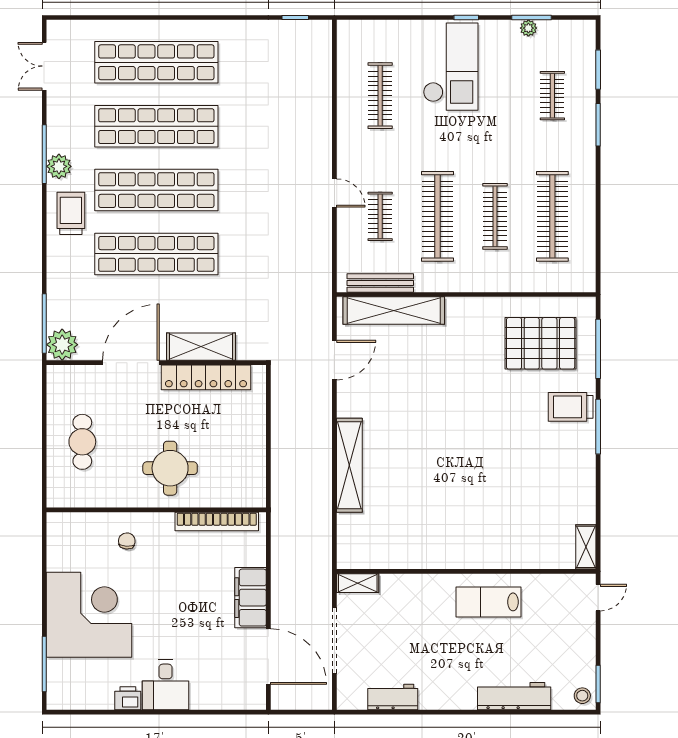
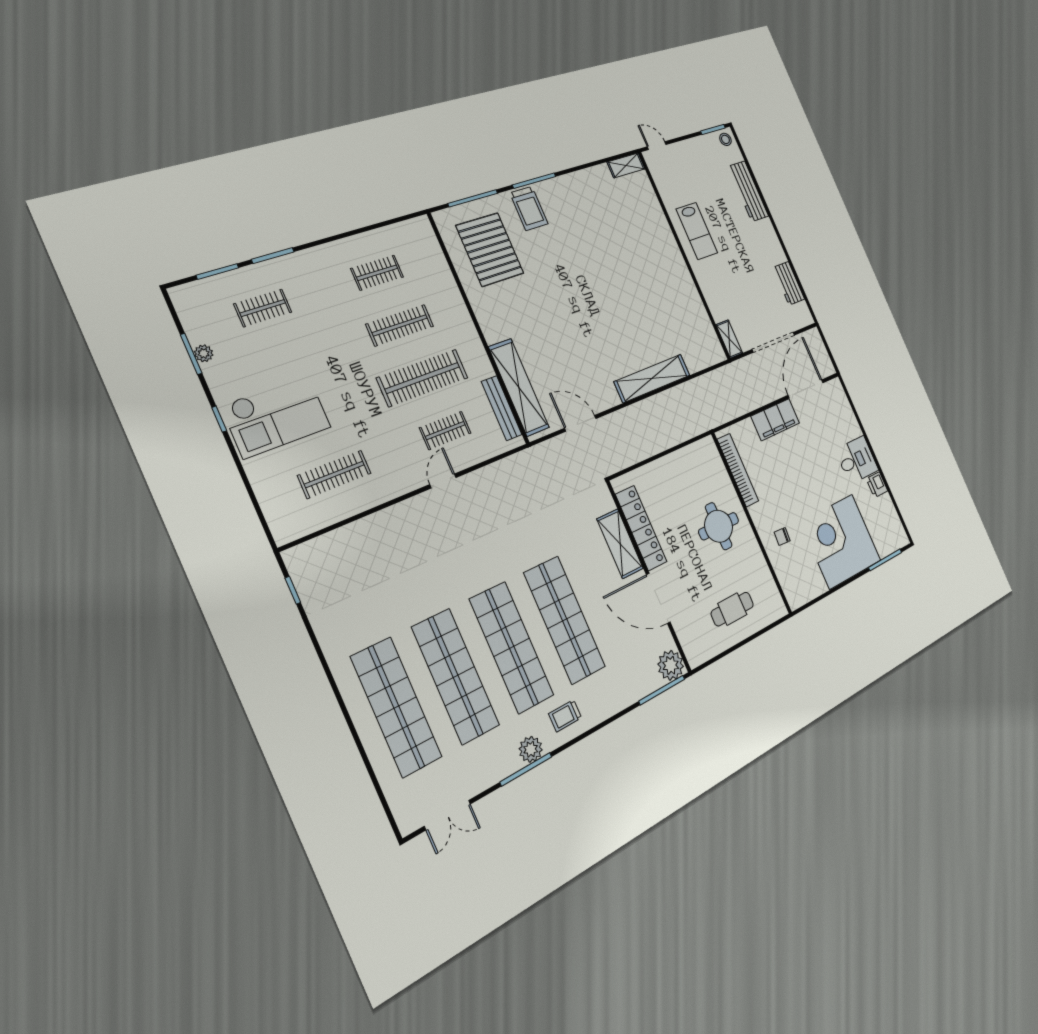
checkout: (451, 67) -> (276, 417), turned 180
trolley: (71, 213) -> (565, 716), width x0.73, depth x0.72
clothes rail: (552, 216) -> (377, 273), width x0.54, depth x0.76

